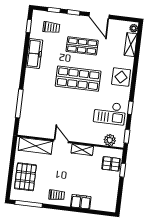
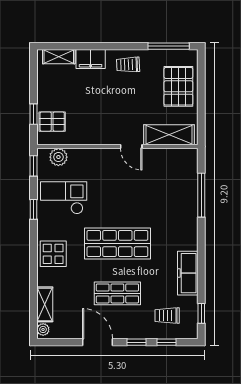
shelving: (82, 150) -> (59, 57), moved

